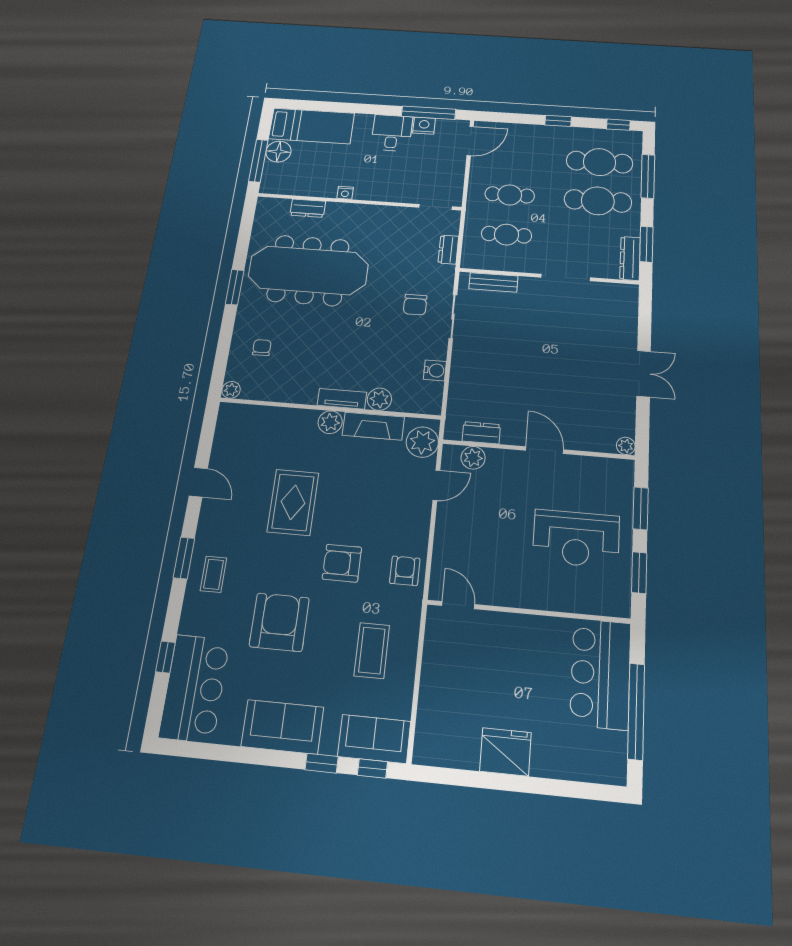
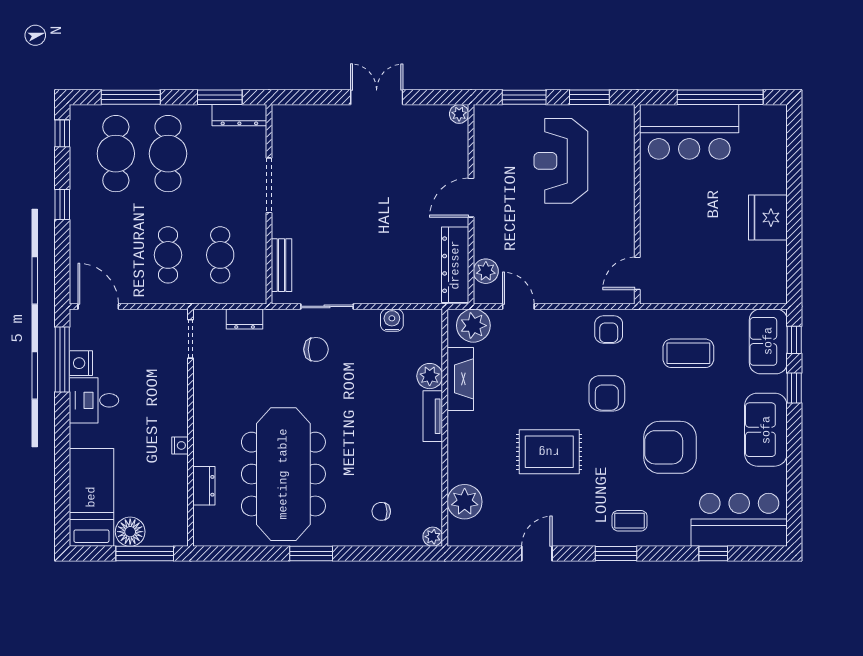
plant: (330, 422) -> (465, 502), moved, width x1.36, depth x1.36
dresser: (481, 433) -> (455, 265), width x1.96, depth x1.24
reception desk: (576, 539) -> (561, 161), turned 180
armchair: (405, 571) -> (609, 329), turned -90

